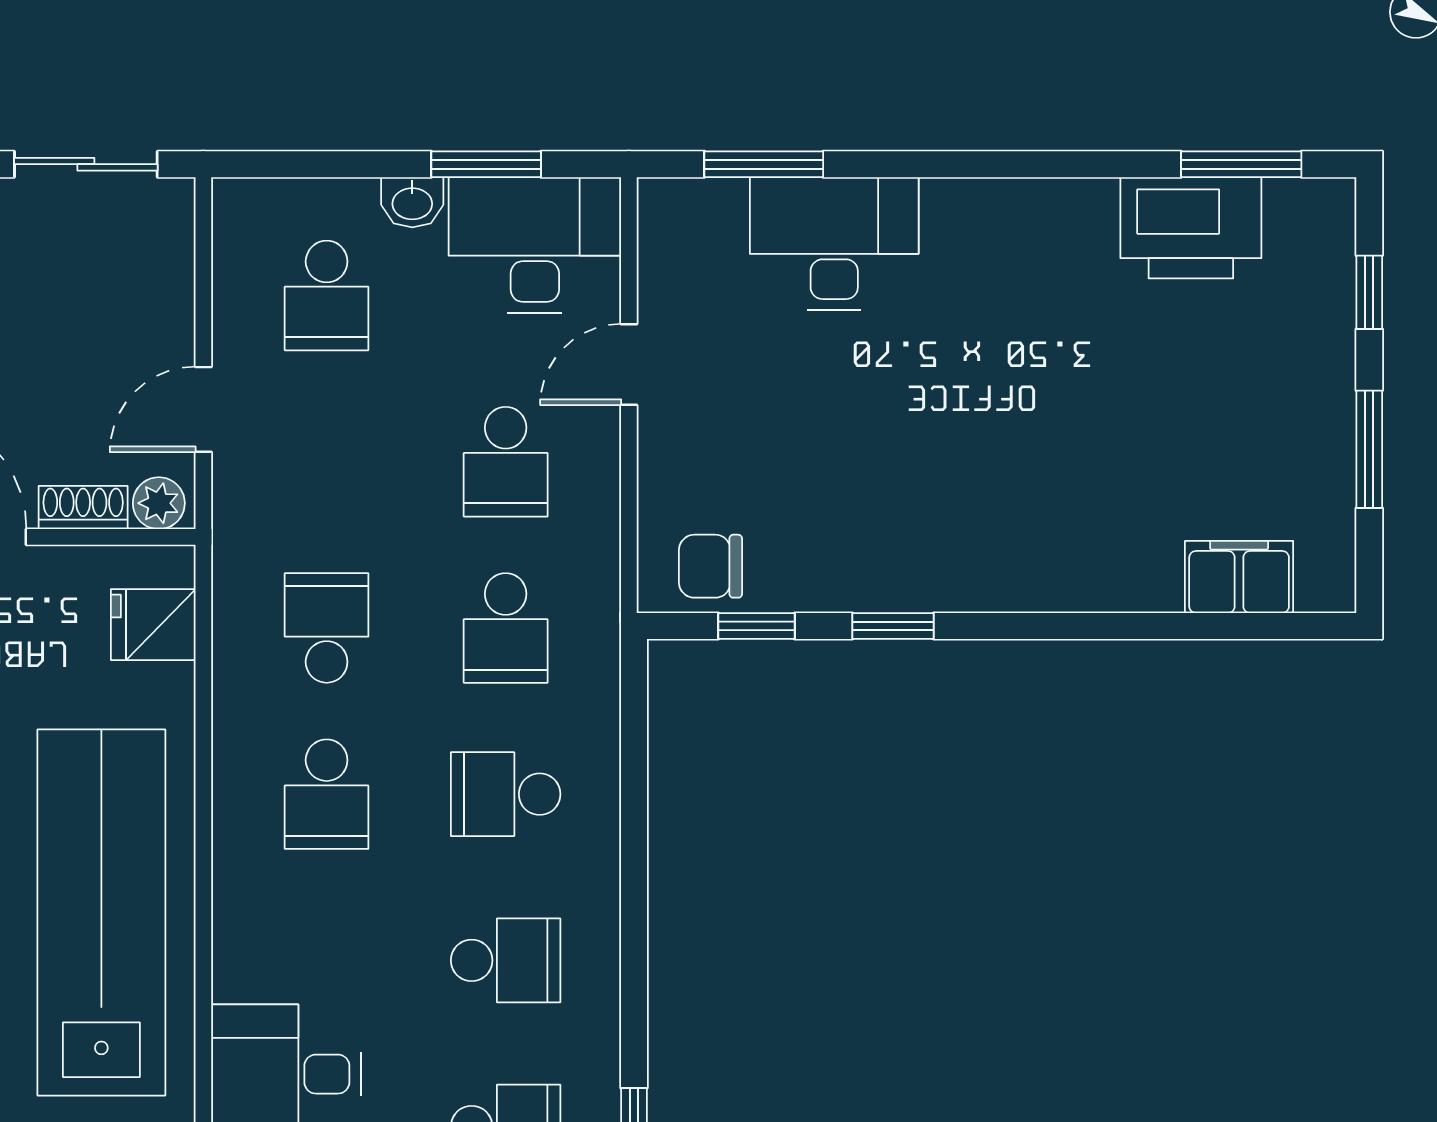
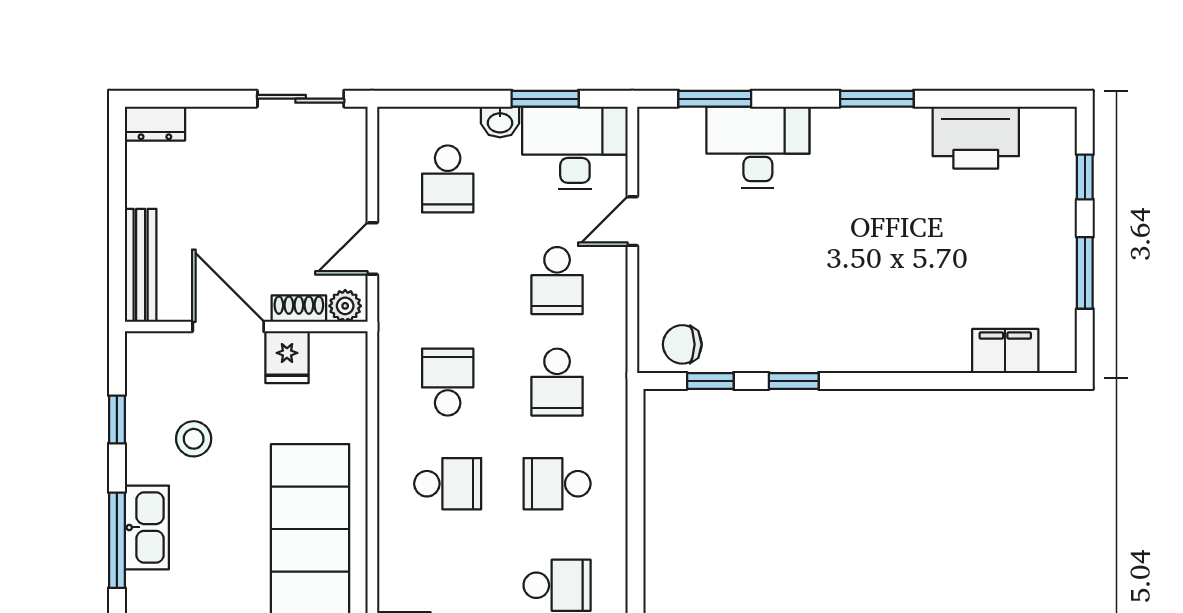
window: (1241, 164) -> (877, 99), moved
fridge: (153, 625) -> (287, 357), moved, turned -90
school desk: (327, 794) -> (448, 484), turned -90

